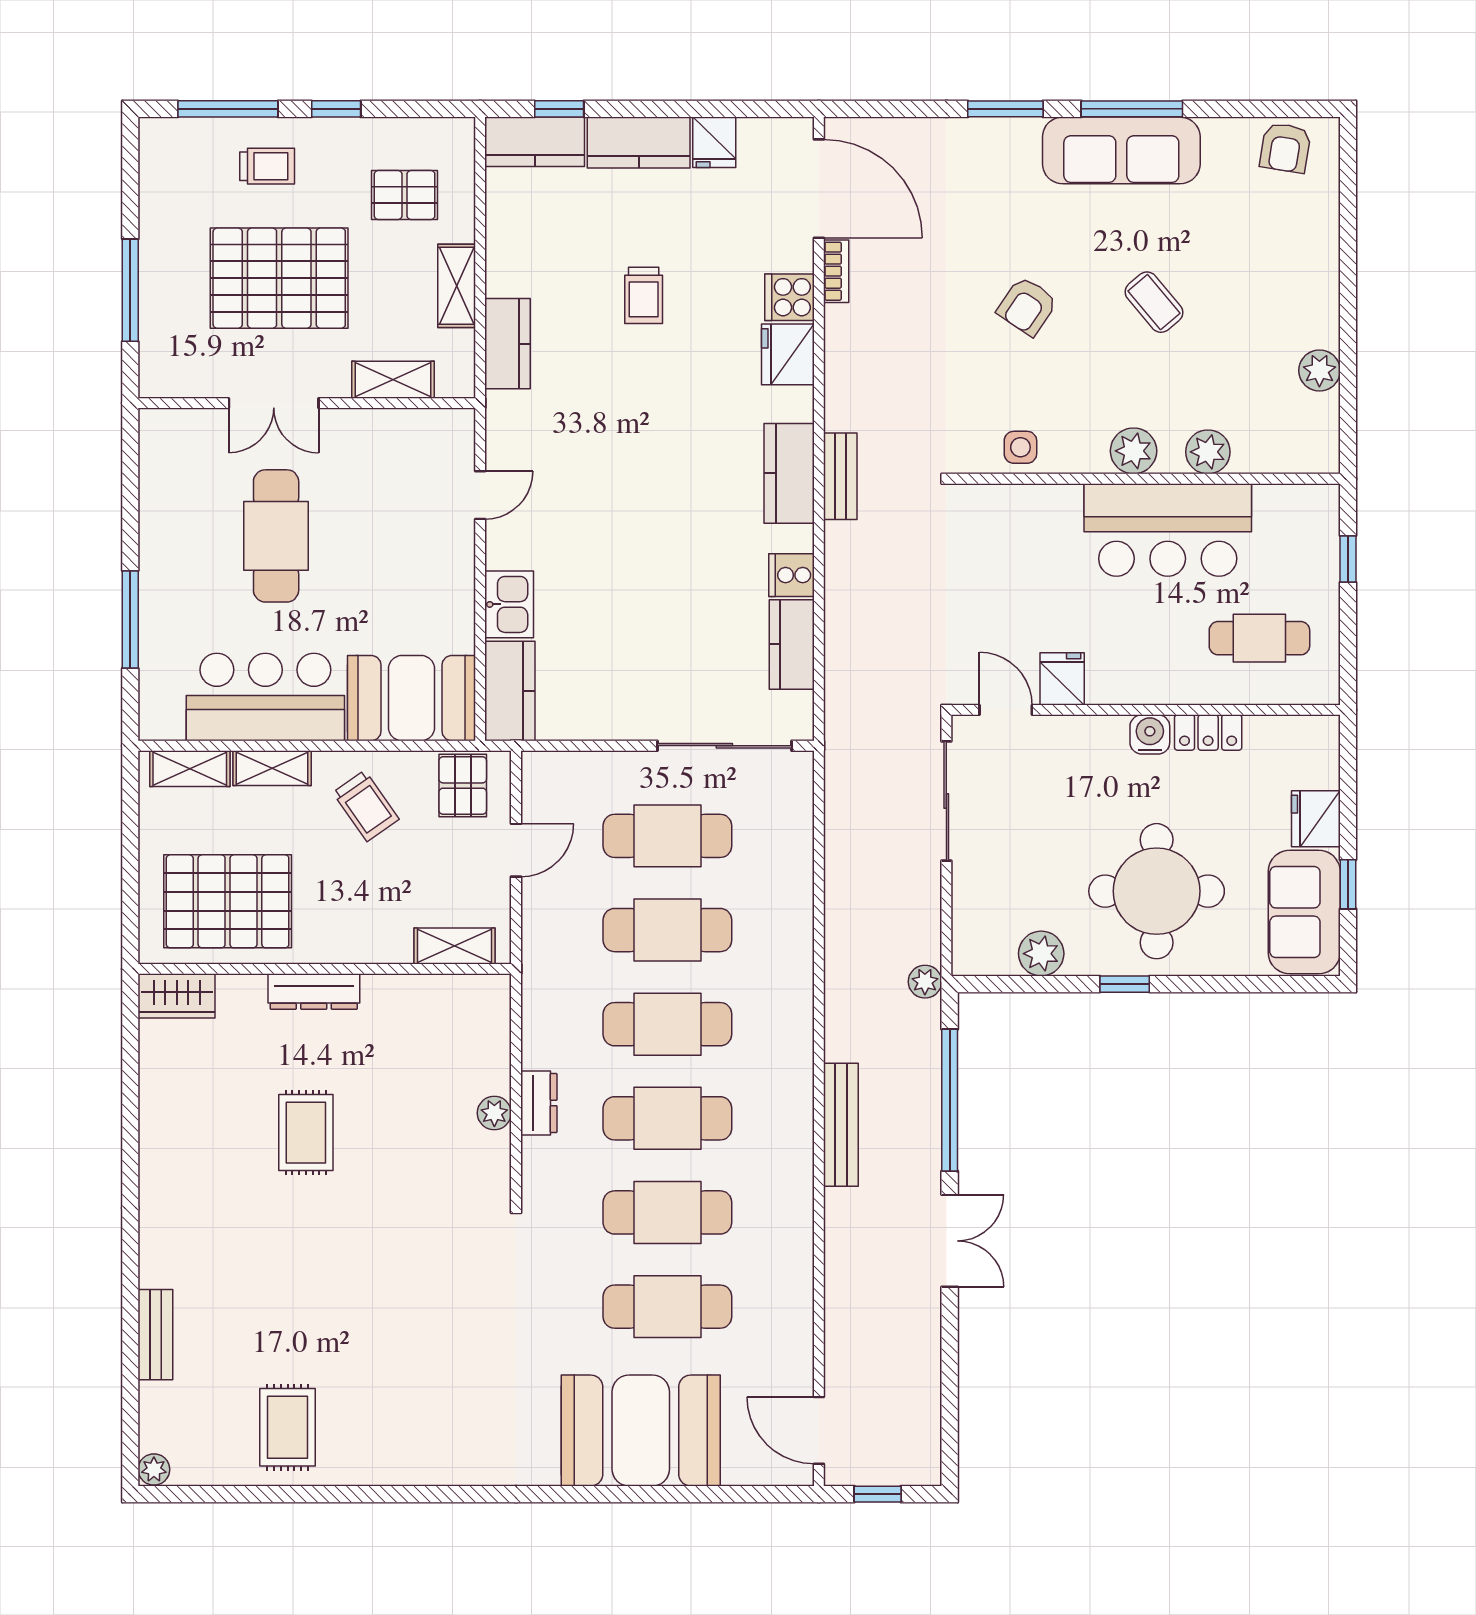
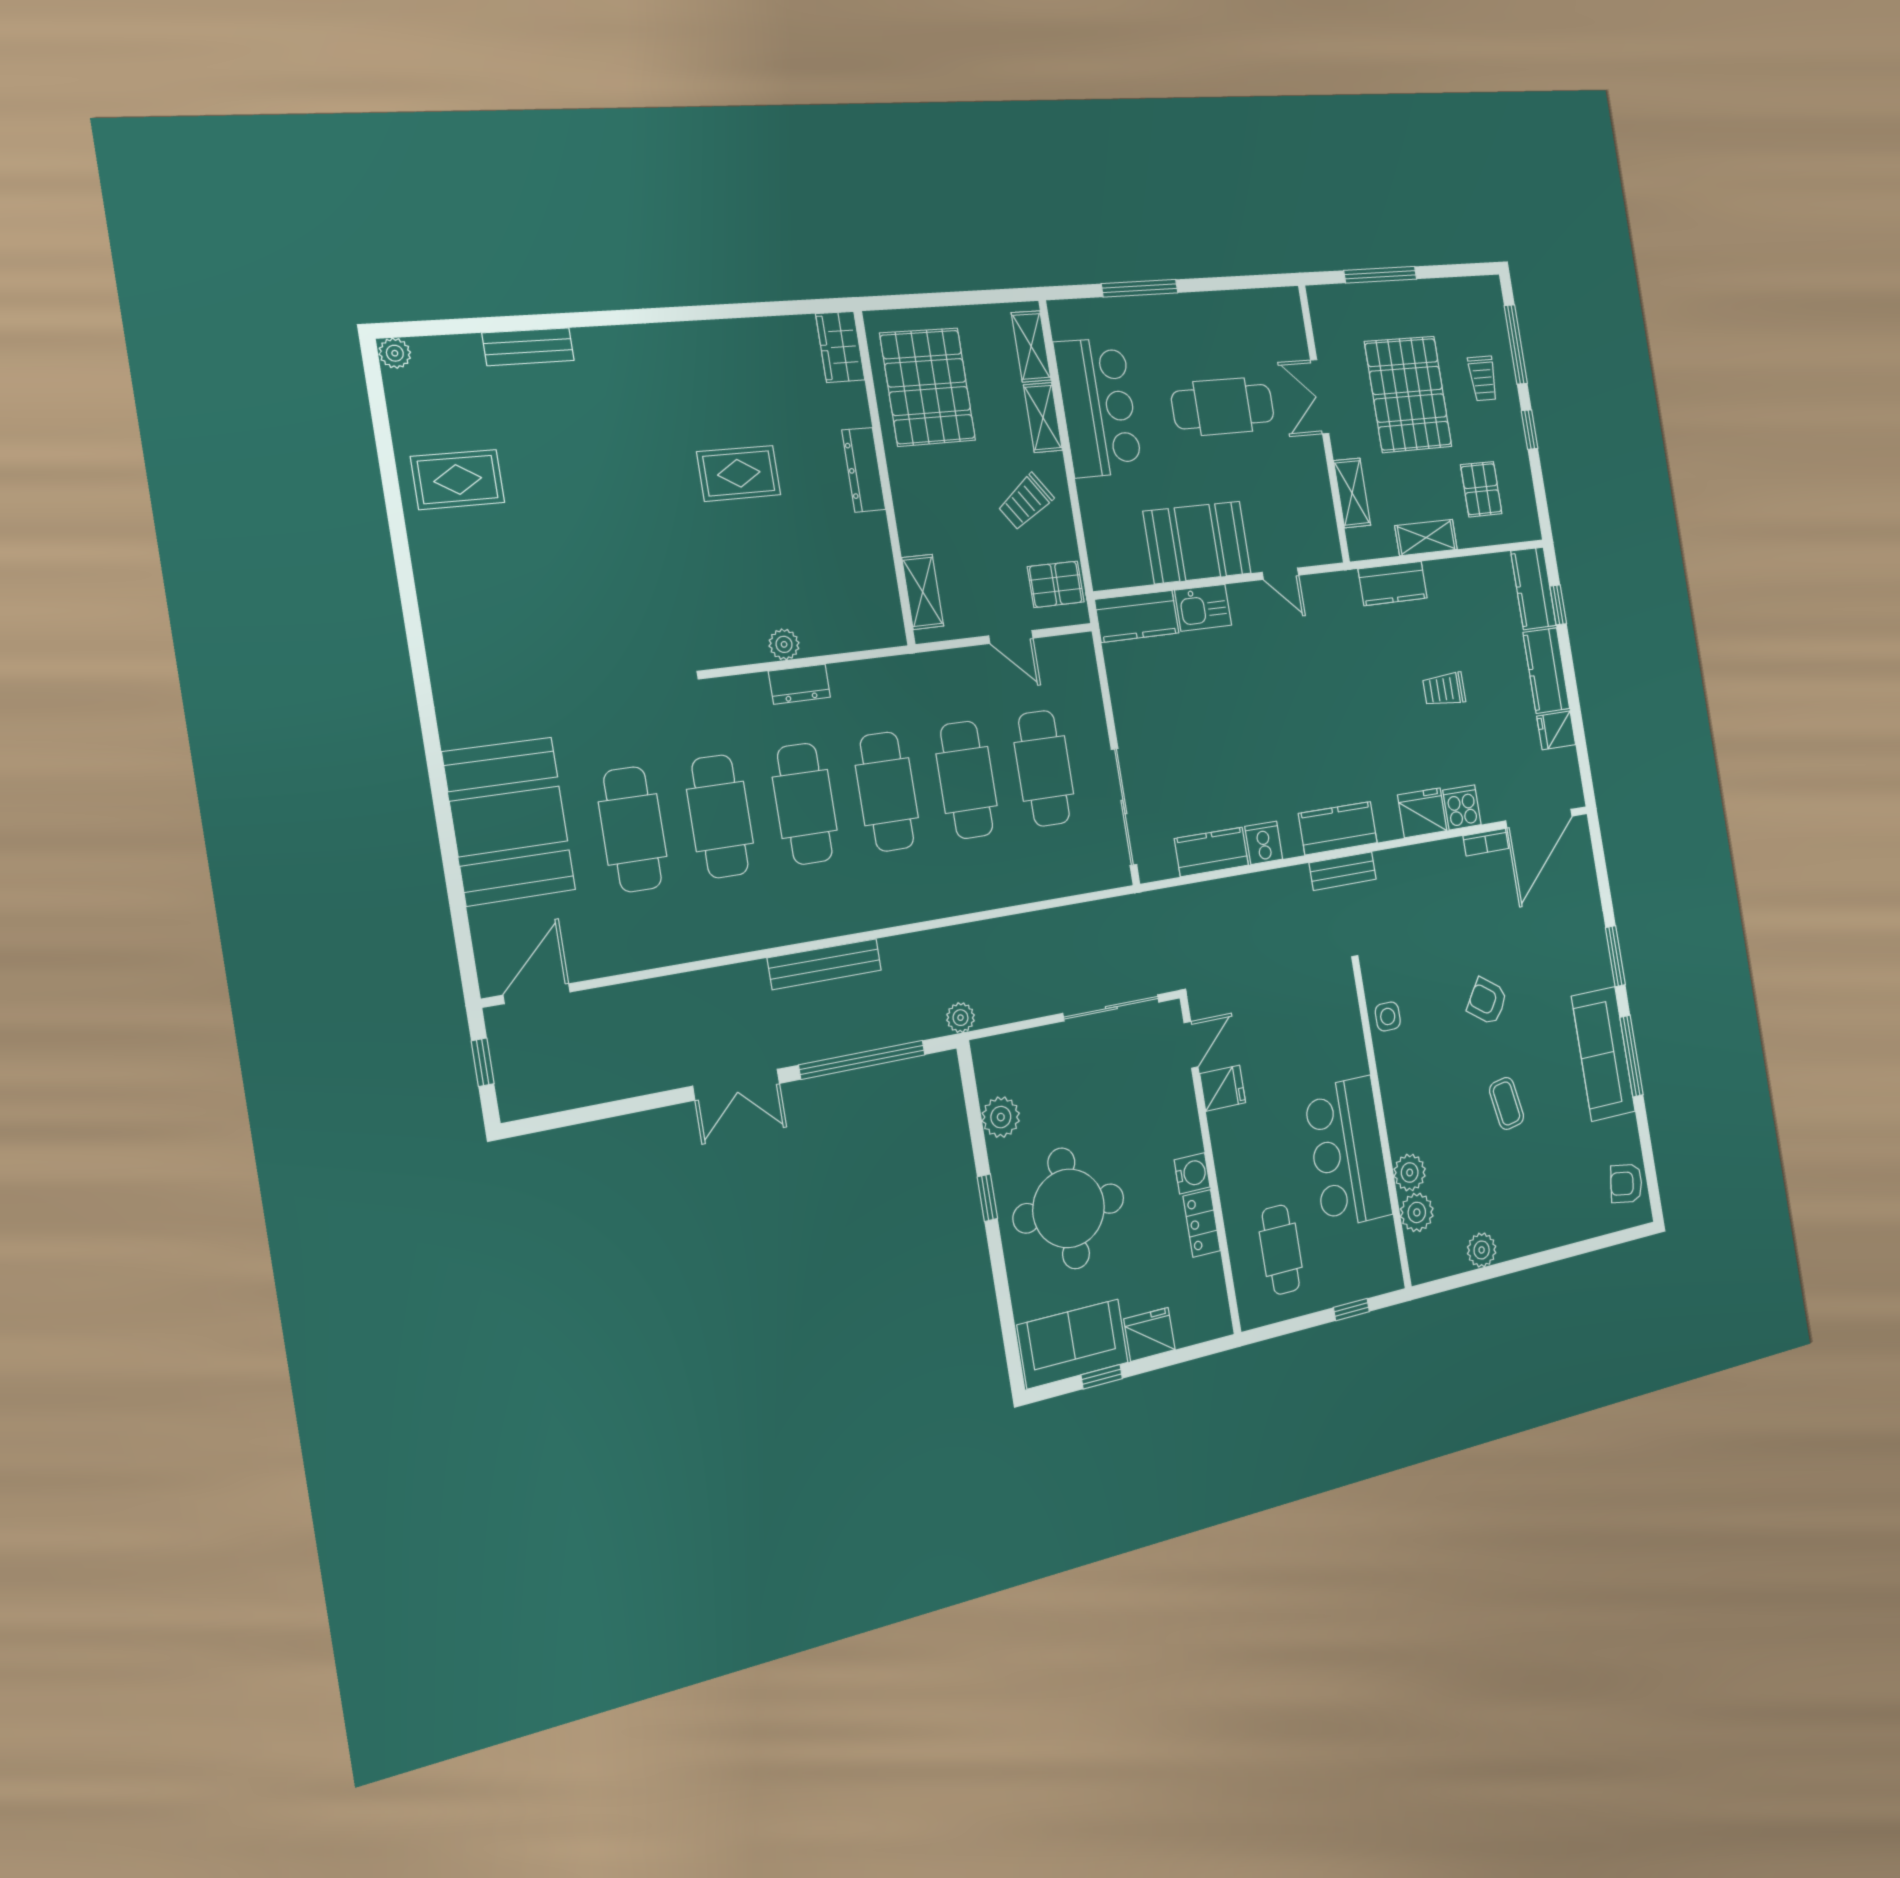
coffee table: (1154, 302) -> (1507, 1103), turned -60
plant: (1134, 451) -> (1417, 1212), moved
booth: (411, 698) -> (1197, 542), moved, turned 90

